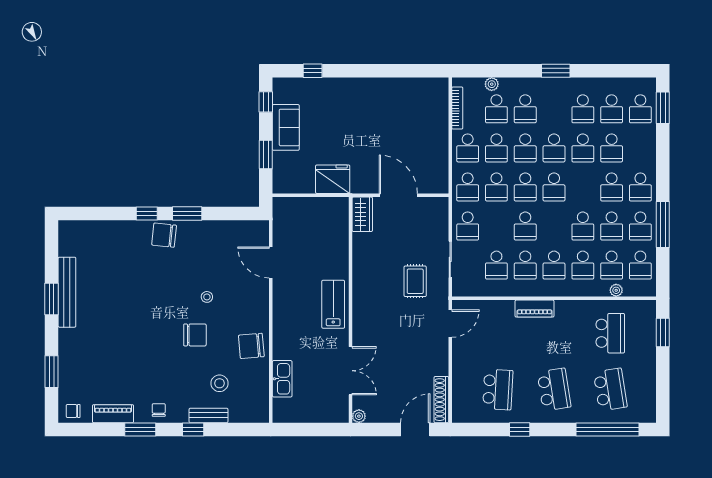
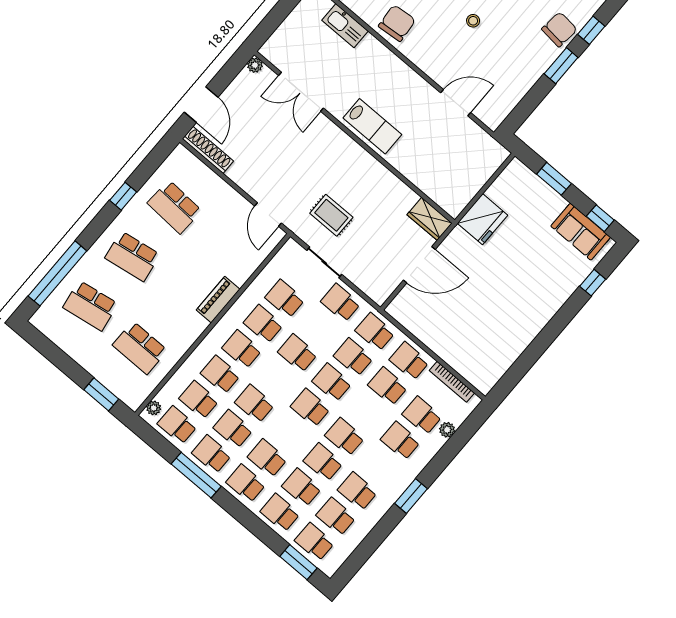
sofa: (286, 127) -> (581, 232), moved
school desk: (525, 148) -> (280, 513), moved
plant: (616, 290) -> (154, 408), moved

